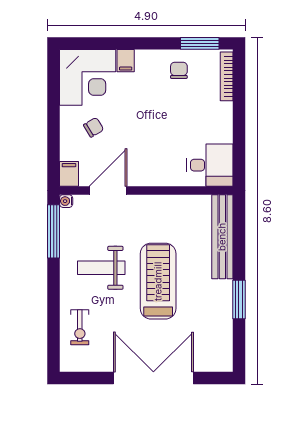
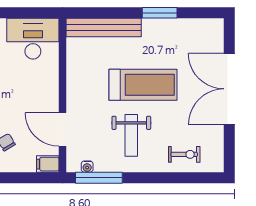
desk: (210, 165) -> (33, 39), width x1.37
water cooler: (66, 201) -> (87, 167), moved
treadmill: (158, 281) -> (143, 85), turned 180

